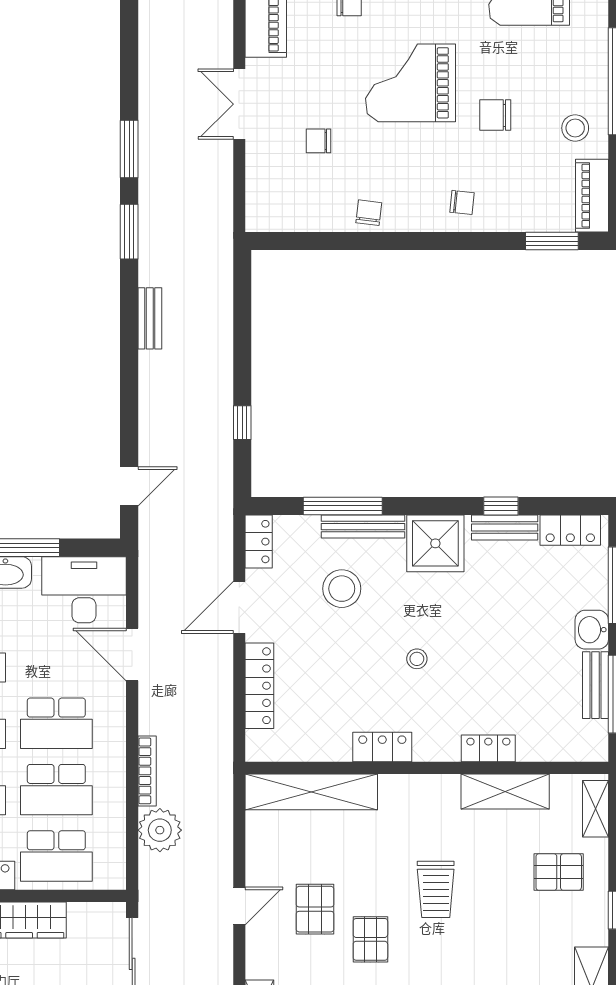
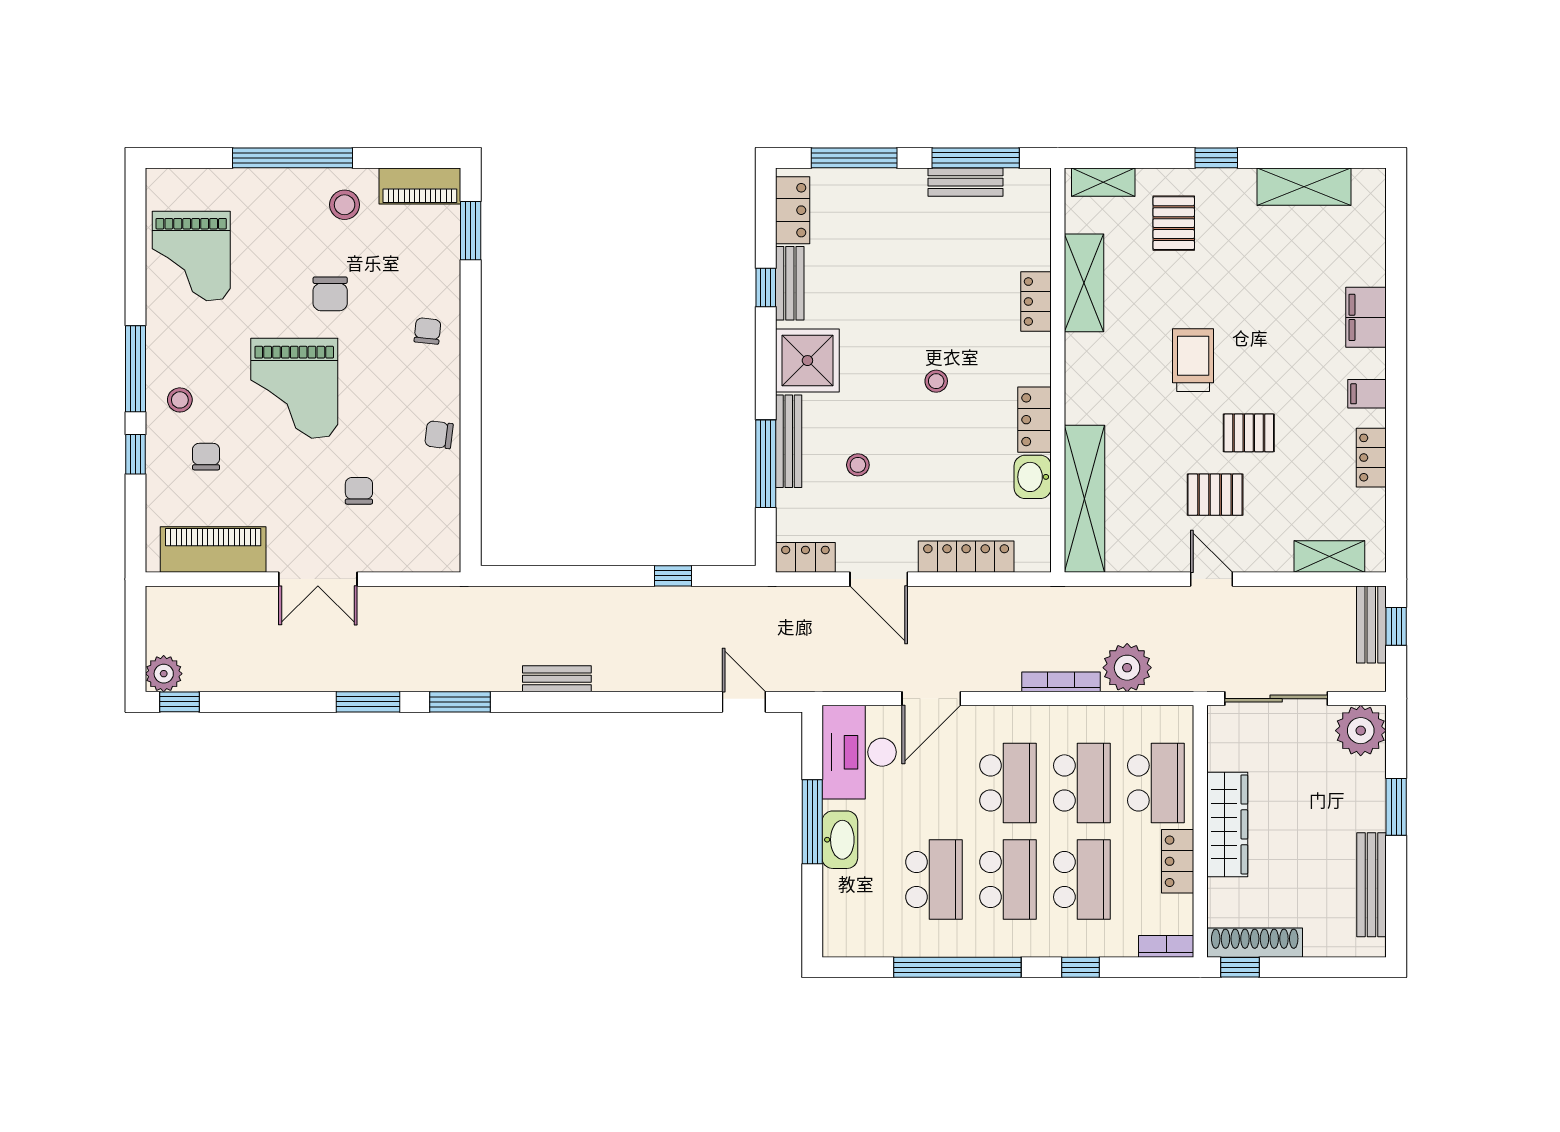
chair: (318, 141) -> (359, 491), turned 180
stool: (342, 589) -> (858, 465), width x0.53, depth x0.53
washbasin: (592, 630) -> (1033, 477), moved, turned 90
trolley: (436, 889) -> (1193, 360), turned -90

